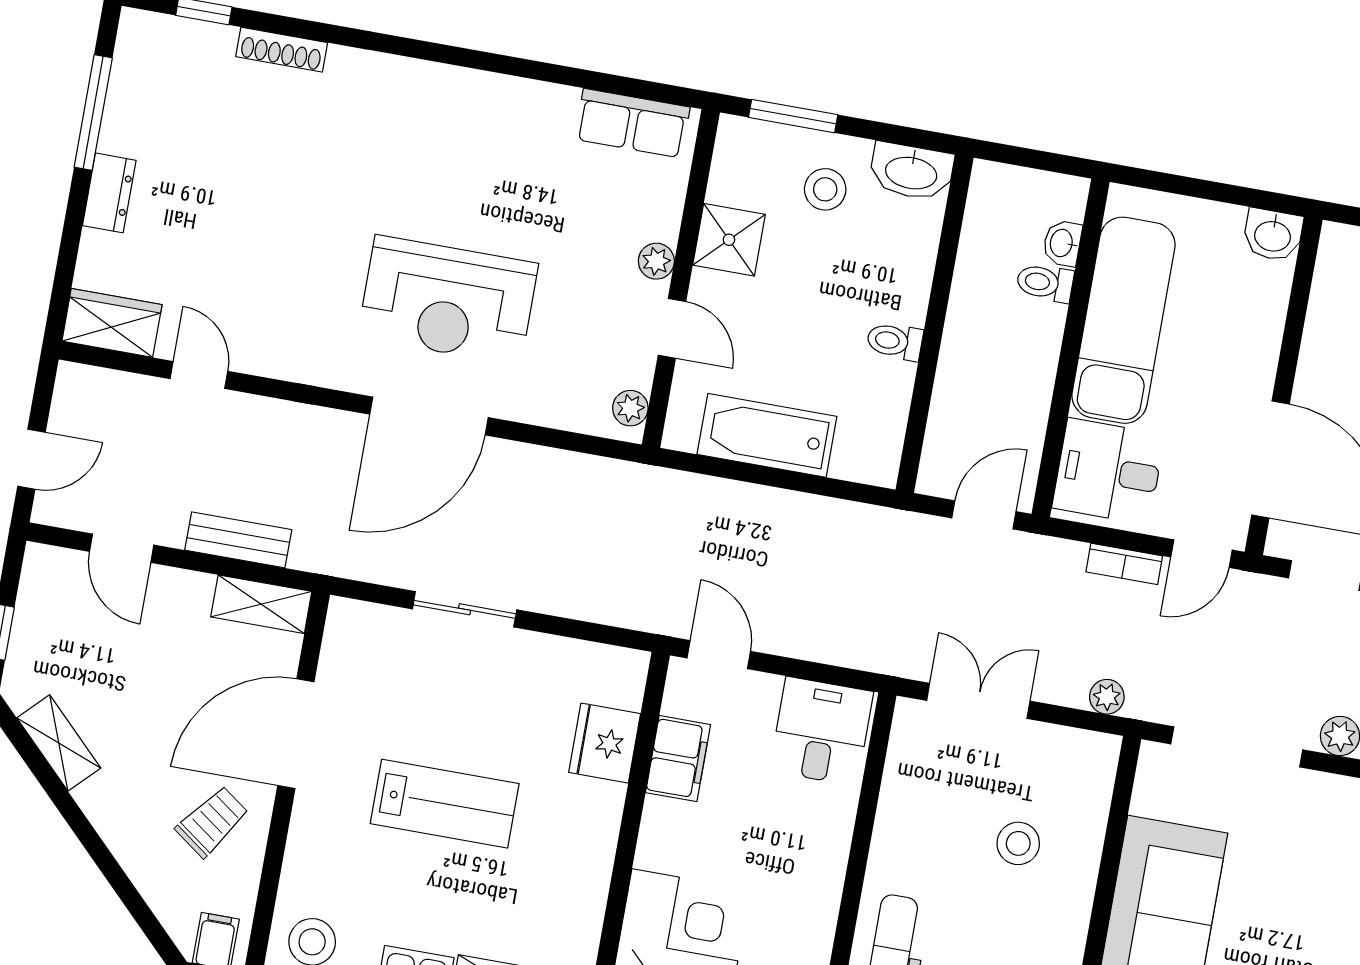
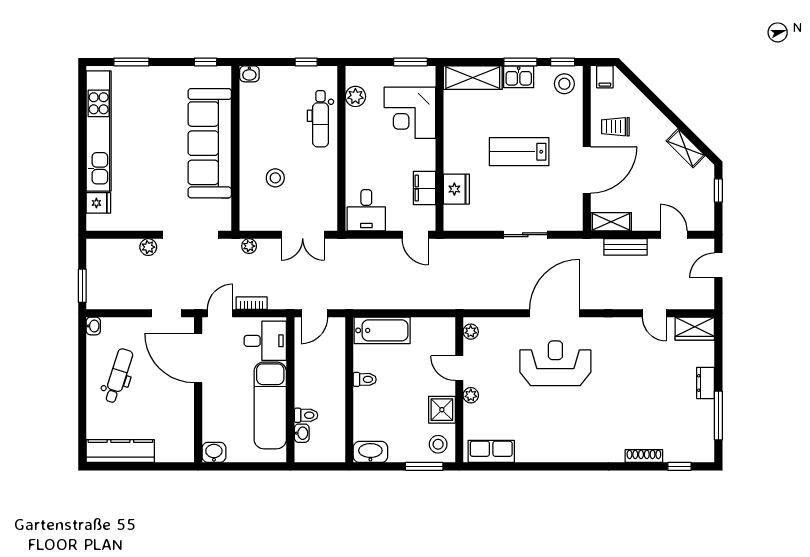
stool: (825, 189) -> (438, 444), moved
bathtub: (767, 435) -> (382, 330), moved
trolley: (212, 822) -> (615, 127), turned 54

